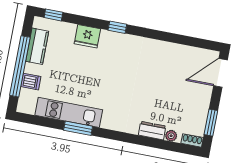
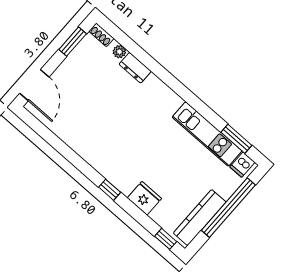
kitchen counter: (37, 46) -> (200, 218), width x1.50
door: (220, 73) -> (34, 85), hinge flipped
dishwasher: (31, 82) -> (242, 165), moved, turned -90
window: (78, 128) -> (236, 139), moved

